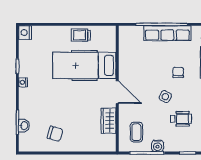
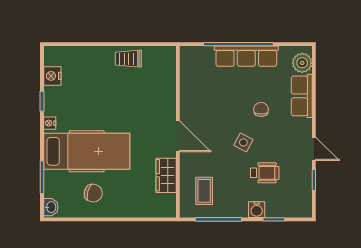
nightstand: (25, 33) -> (52, 76), moved
hospital bed: (84, 65) -> (87, 151), moved, turned 180
washbasin: (24, 126) -> (51, 207), moved
water cooler: (158, 146) -> (257, 210), moved

